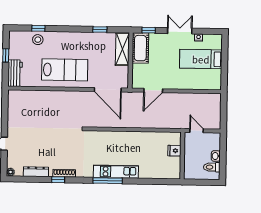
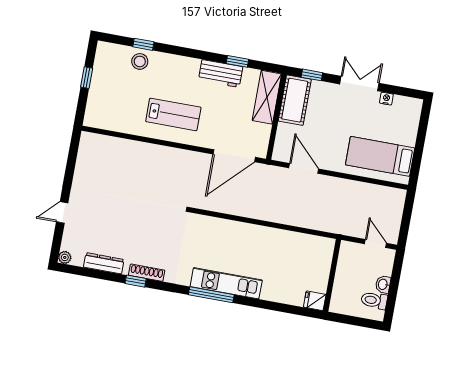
bed: (201, 59) -> (380, 156), moved
lab bench: (65, 70) -> (173, 114), width x0.73, depth x0.72
workbench: (15, 73) -> (221, 74), moved, turned 90
door: (108, 90) -> (234, 156), hinge flipped
door: (153, 91) -> (304, 168), swing flipped
door: (197, 131) -> (375, 244), moved
fridge: (174, 151) -> (315, 301), moved

